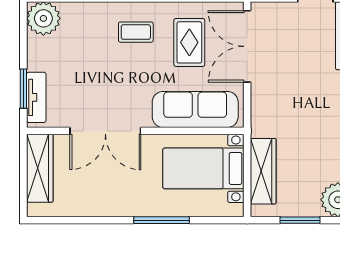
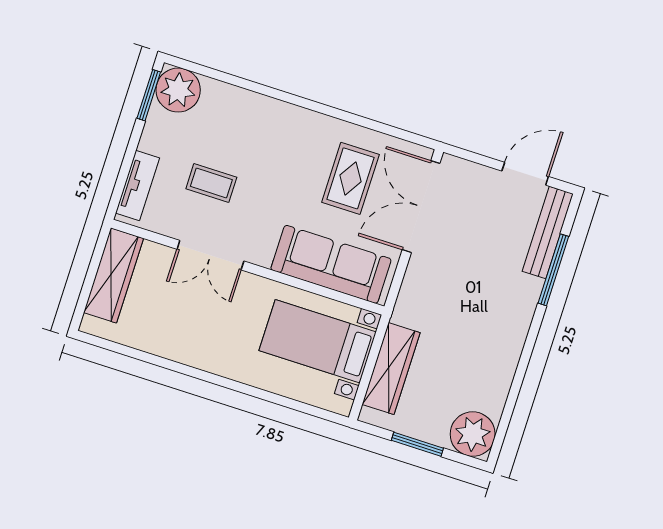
coffee table: (136, 32) -> (211, 183), moved
window: (23, 89) -> (149, 95), moved
double door: (105, 131) -> (210, 255), width x0.73
window: (162, 220) -> (245, 389), removed

